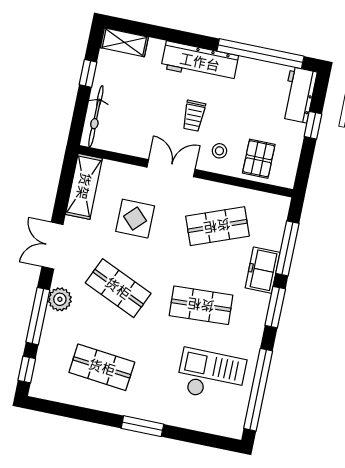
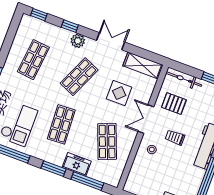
pallet: (259, 159) -> (174, 104), moved
double door: (171, 168) -> (146, 119), swing flipped
window: (38, 316) -> (70, 26), width x0.46

